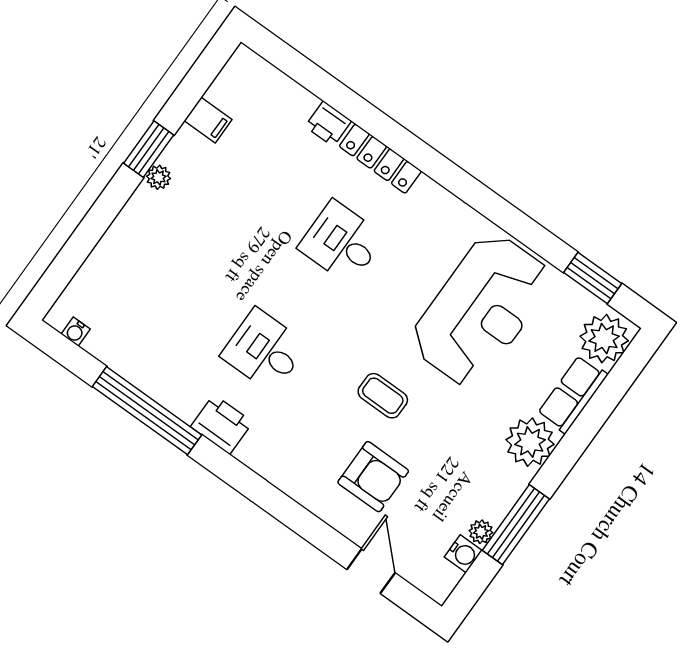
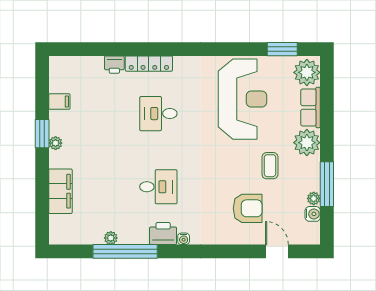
filing cabinet: (115, 254) -> (60, 191), added
water cooler: (76, 332) -> (184, 239), moved
desk: (264, 350) -> (158, 187), turned 180
plant: (140, 376) -> (111, 238), added
coffee table: (383, 396) -> (270, 166), moved, turned 90

